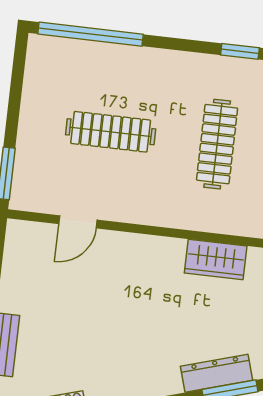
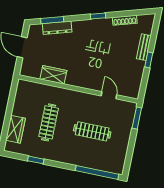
door: (78, 222) -> (109, 95), hinge flipped

